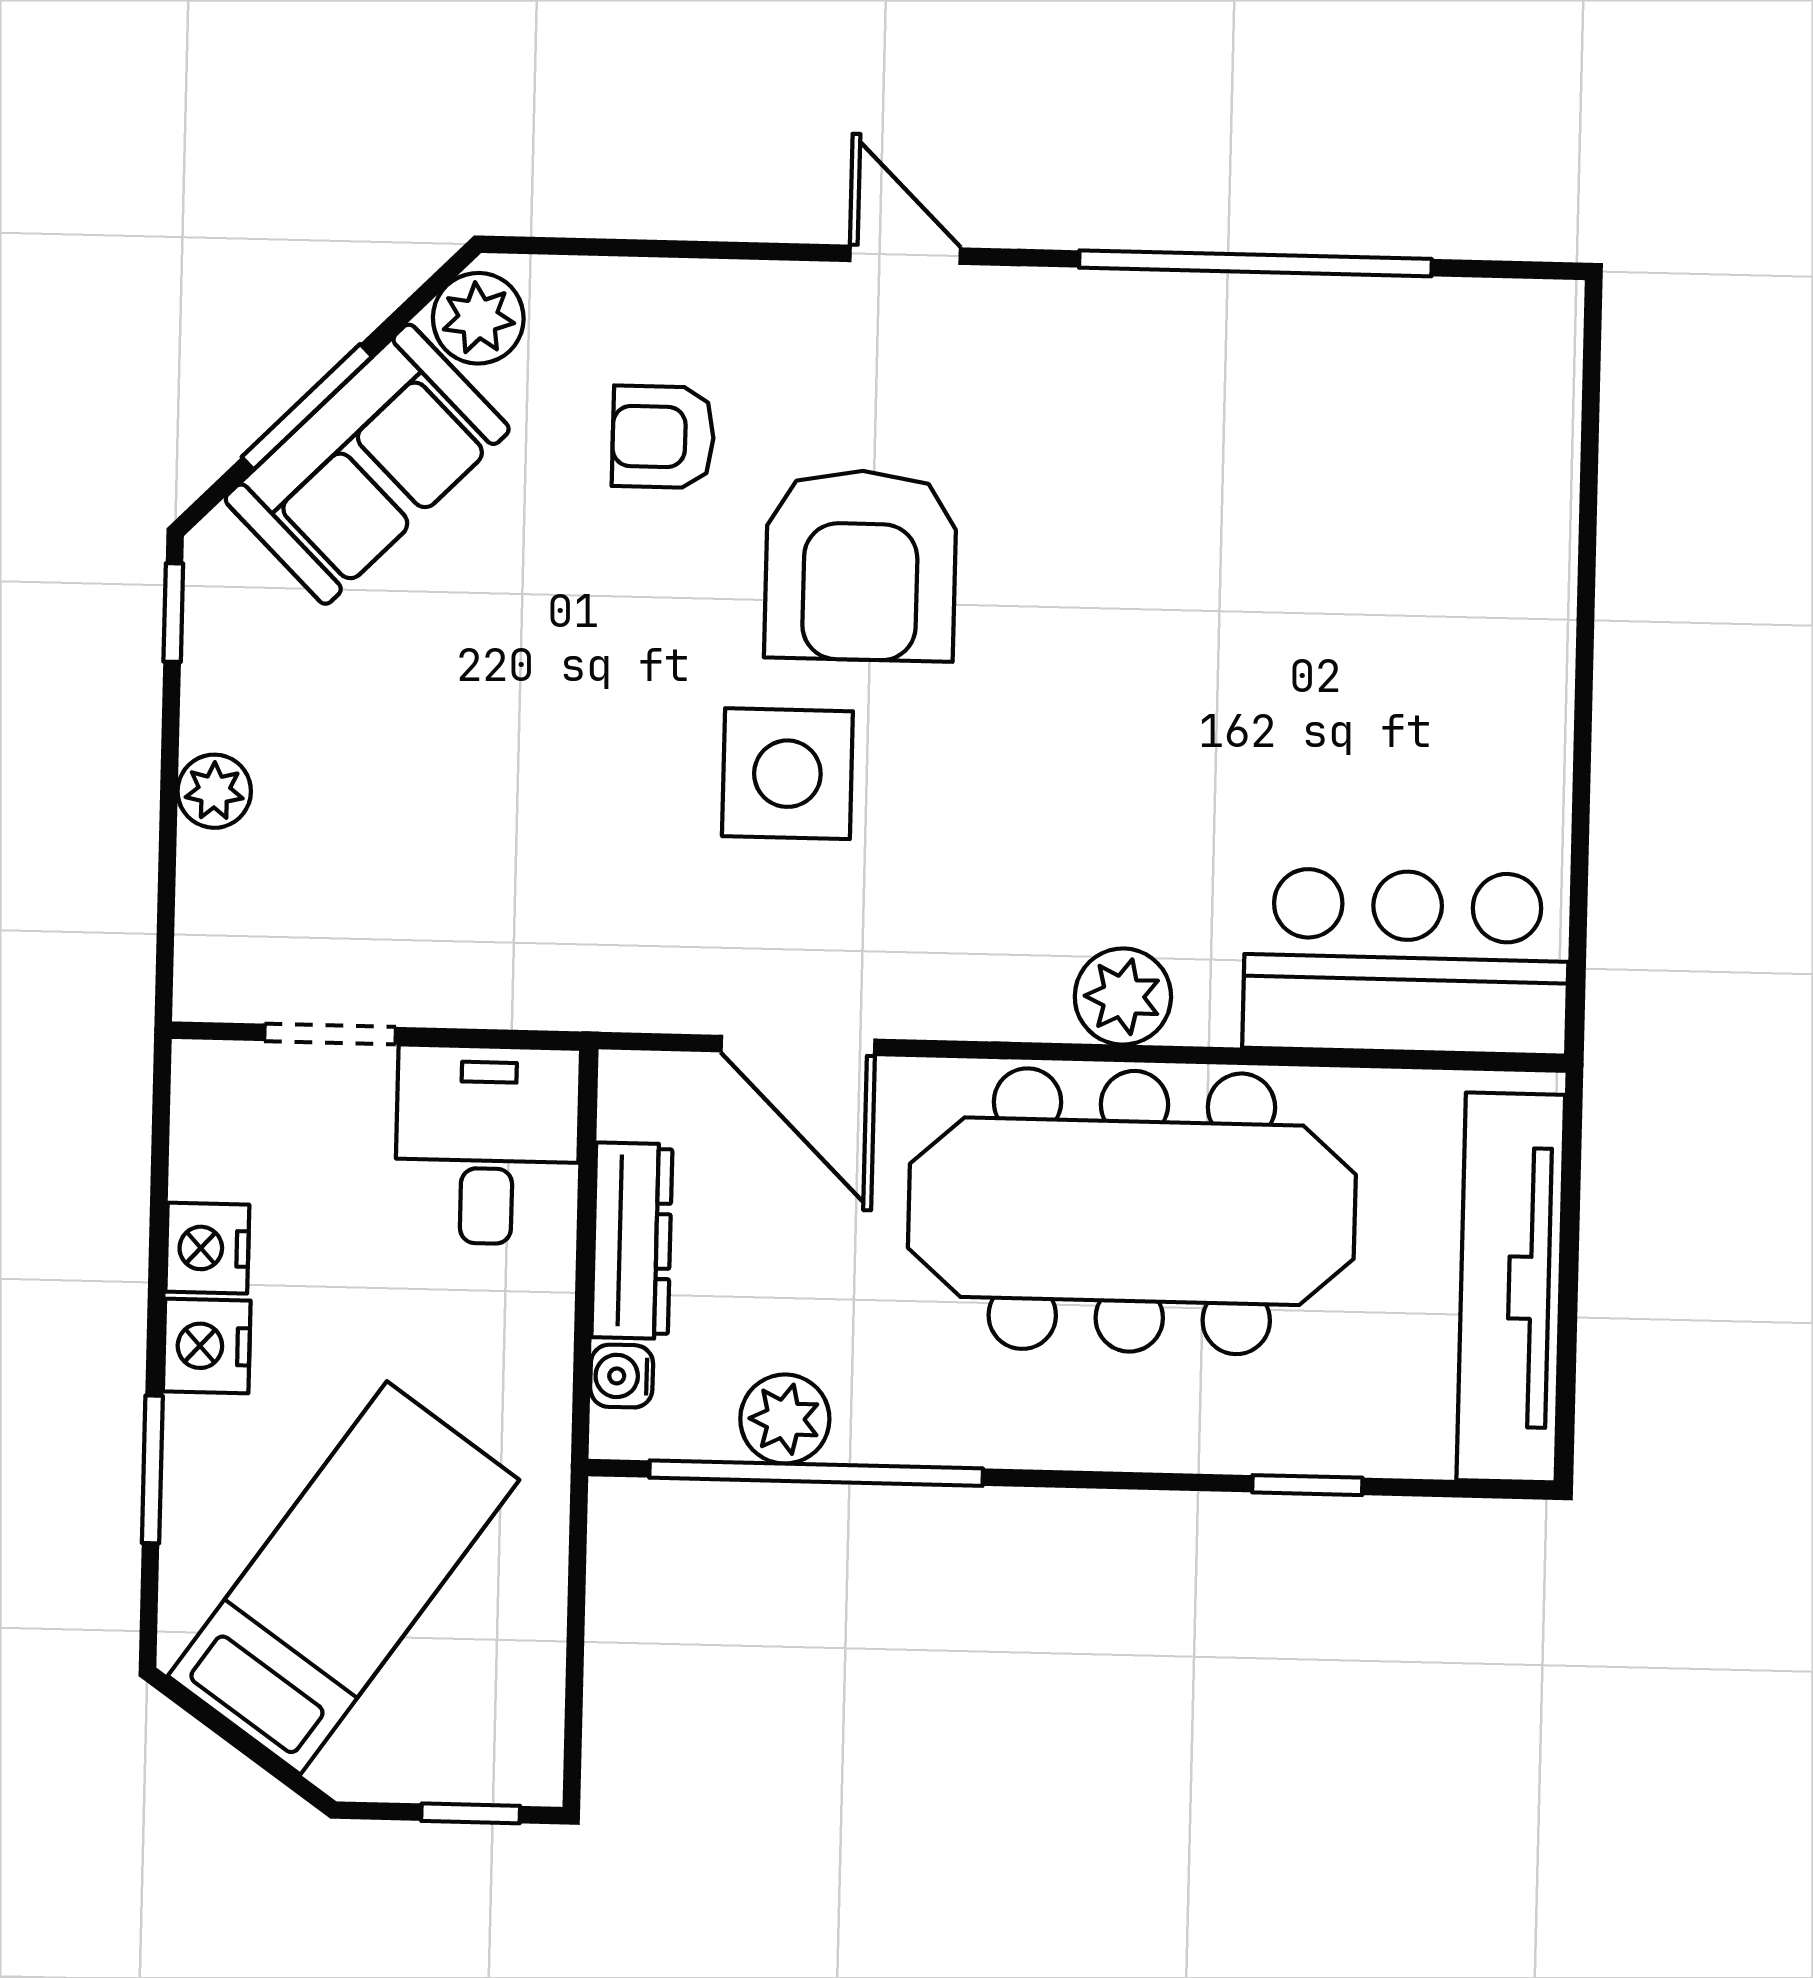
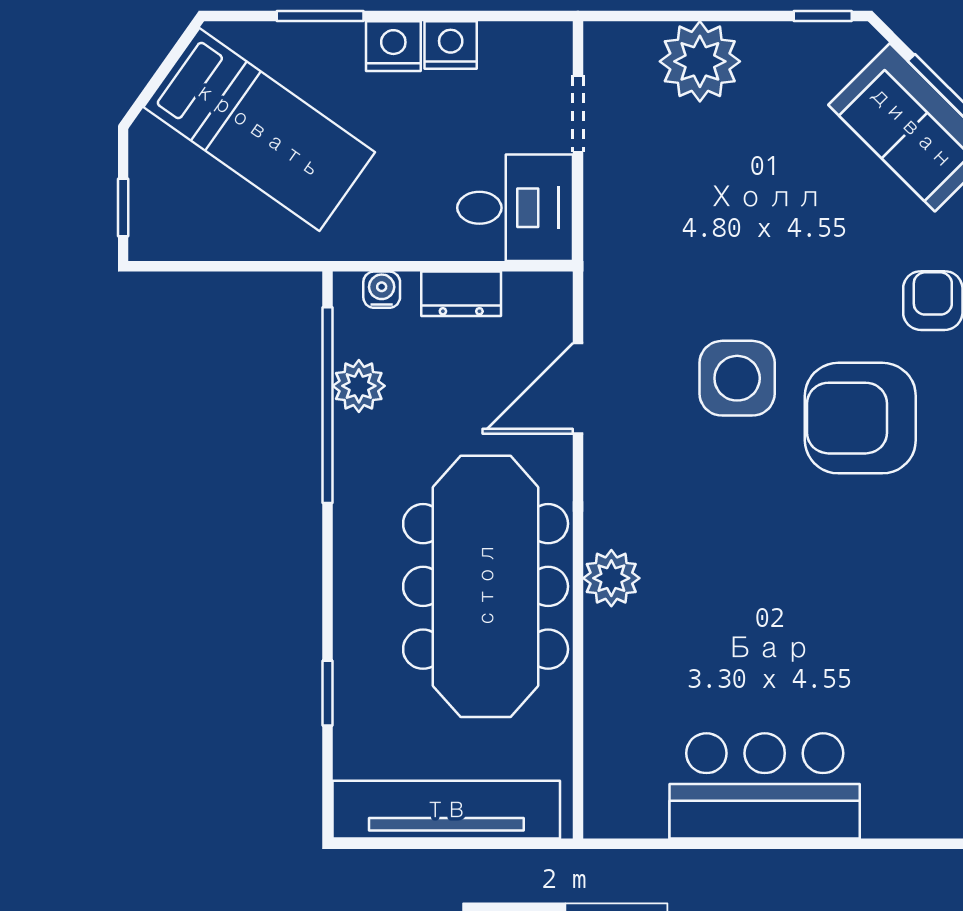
plant: (214, 791) -> (700, 61), width x1.87, depth x1.87
bar counter: (1406, 962) -> (765, 786), moved, turned -90
dresser: (632, 1241) -> (461, 294), width x0.70

